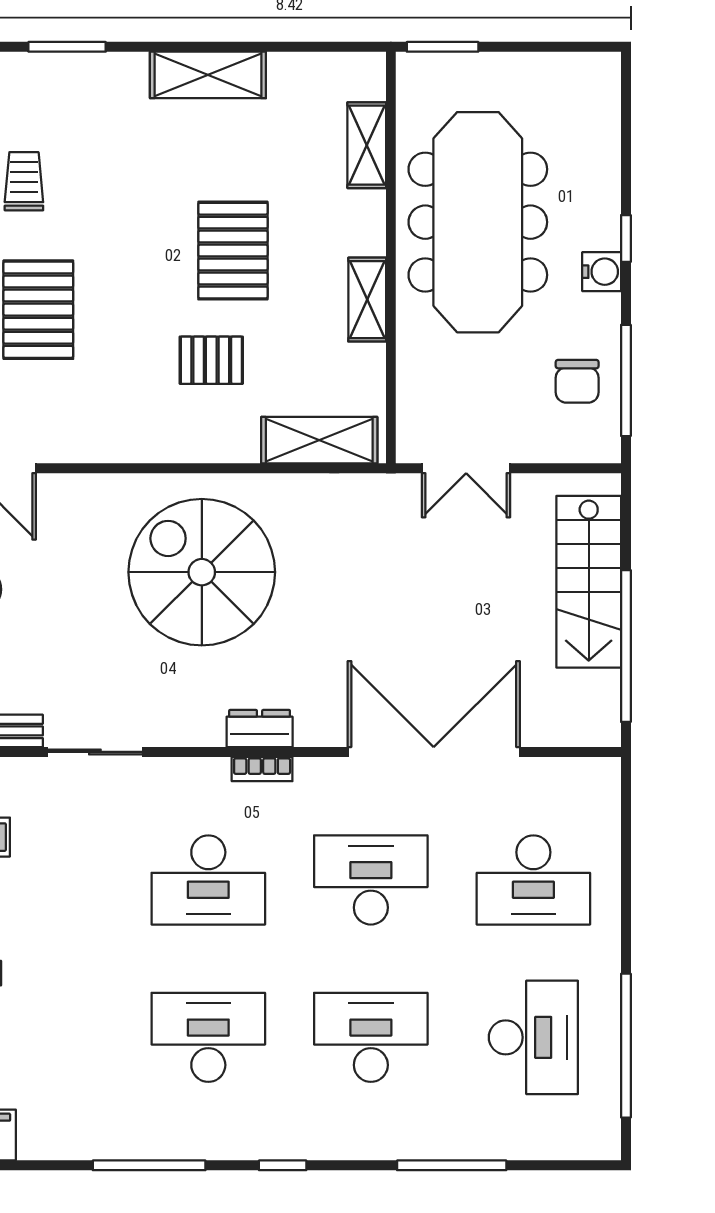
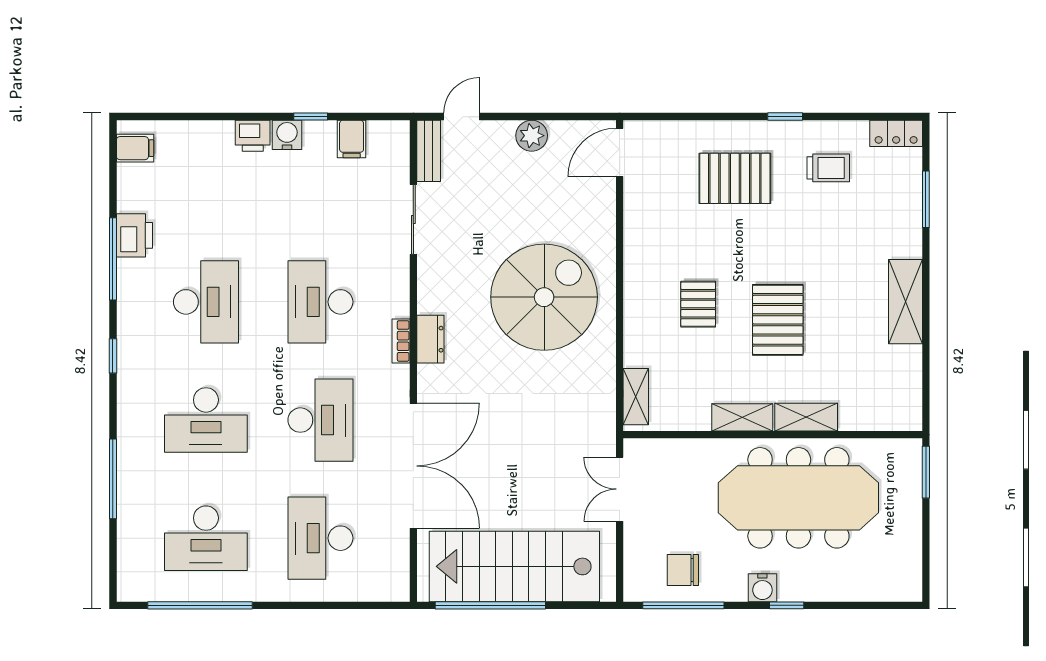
shelving: (367, 145) -> (806, 417), moved
pallet: (233, 251) -> (778, 320), turned 90
shelving: (319, 440) -> (636, 397), width x0.67, depth x0.75
stairs: (589, 582) -> (514, 566), width x1.36, depth x1.51
desk: (371, 1037) -> (206, 420), turned 90
printer: (117, 1136) -> (134, 235), added

